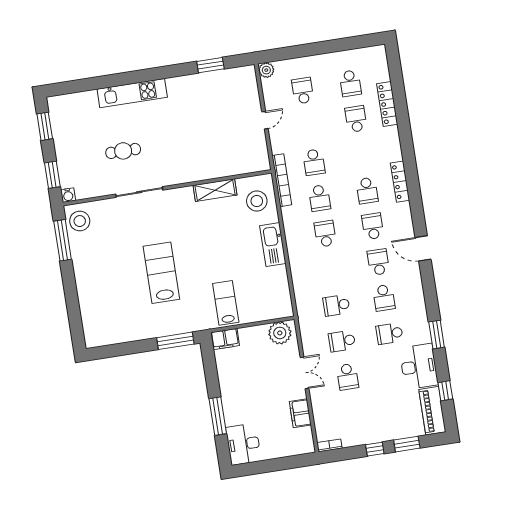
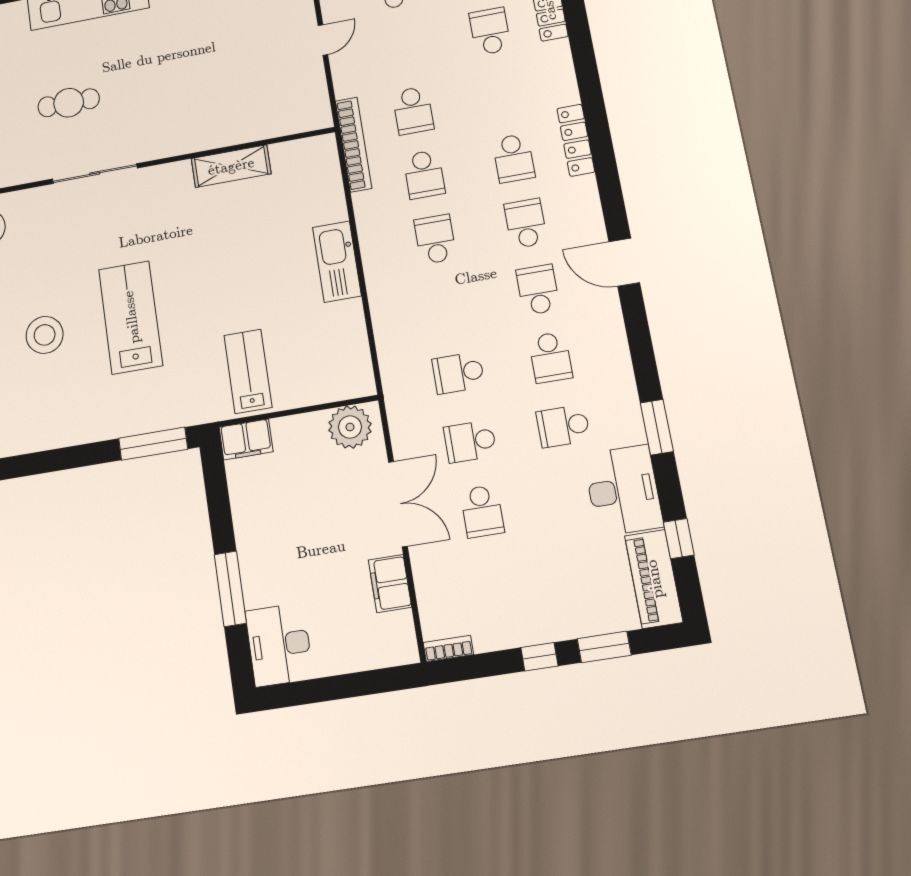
stool: (257, 201) -> (45, 335), moved
double door: (305, 373) -> (398, 504), width x1.37

